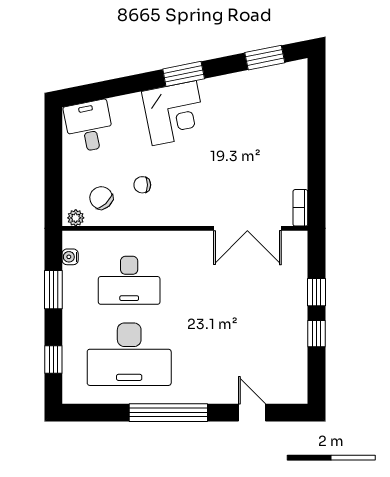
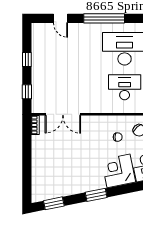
corner desk: (174, 113) -> (119, 171), moved
double door: (247, 228) -> (63, 114), swing flipped
window: (317, 292) -> (27, 92), moved

